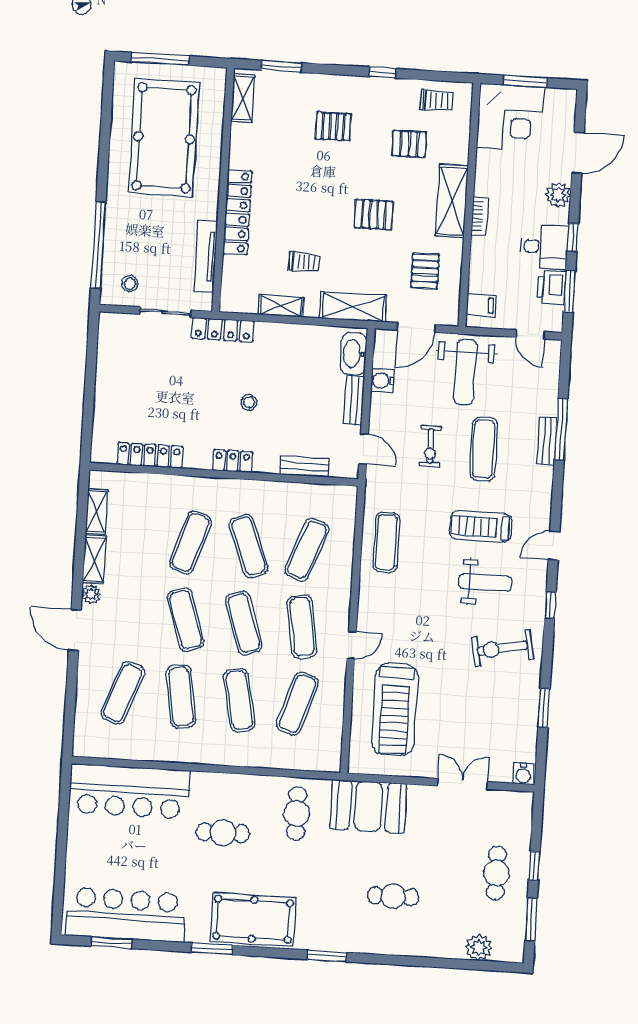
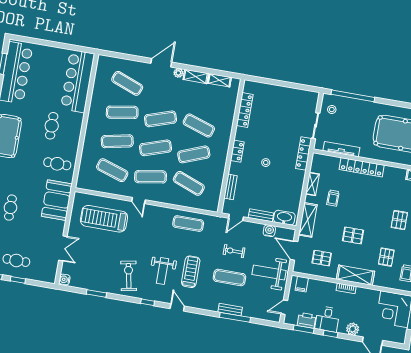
pallet: (374, 214) -> (353, 235), turned 90

